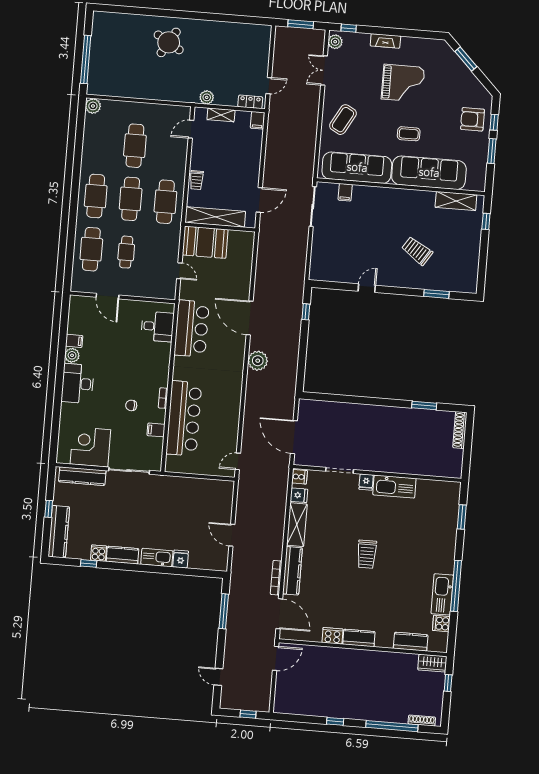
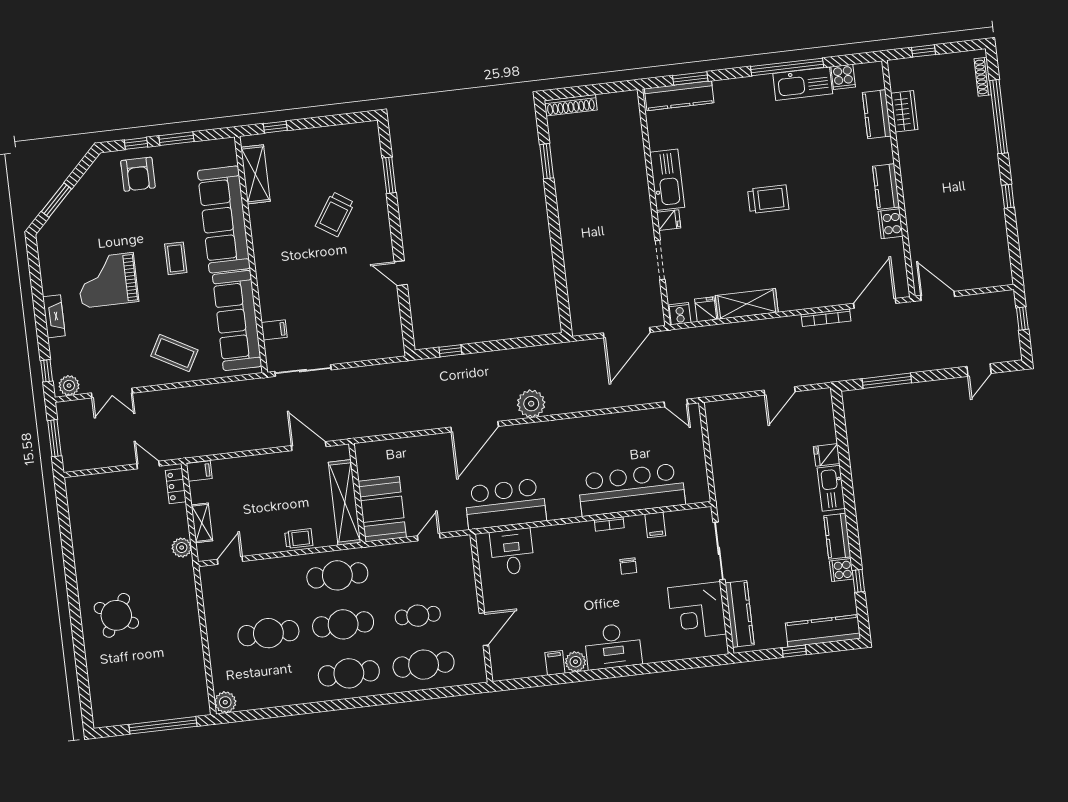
grand piano: (403, 83) -> (107, 280), turned -90
door: (191, 129) -> (230, 560), swing flipped
kitchen counter: (292, 571) -> (679, 96), moved, turned 180
wardrobe: (432, 663) -> (904, 111), moved

